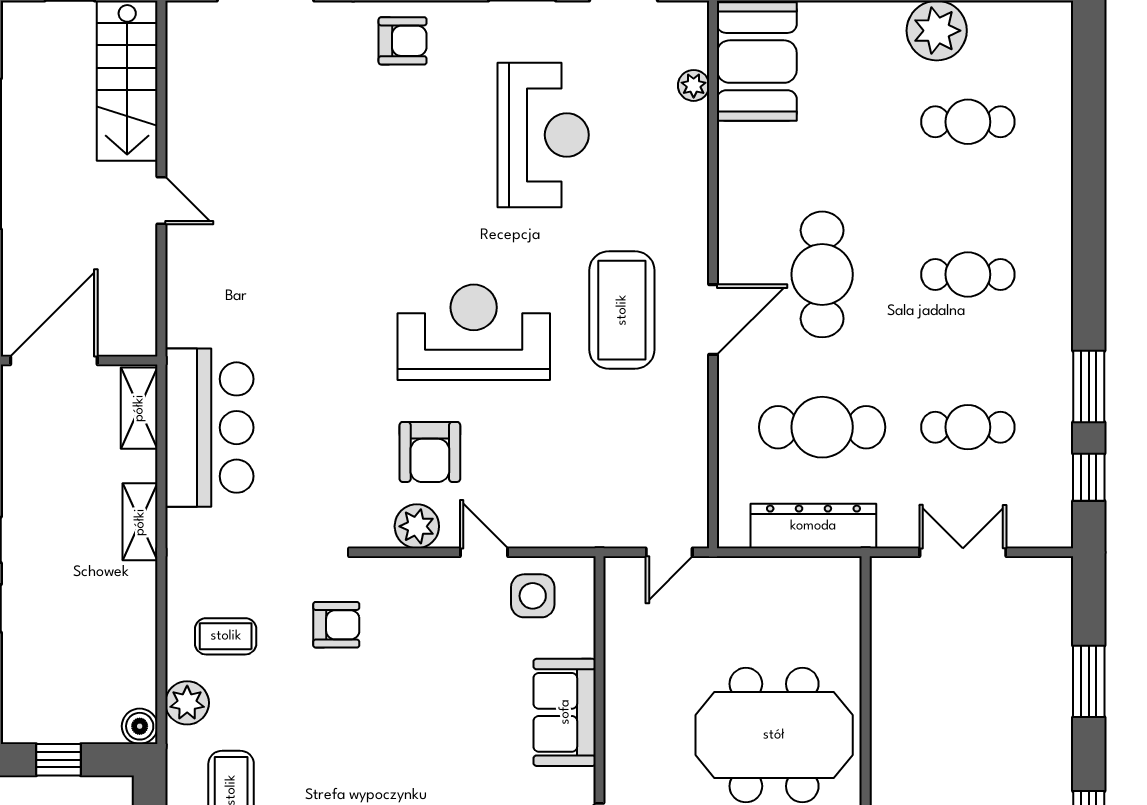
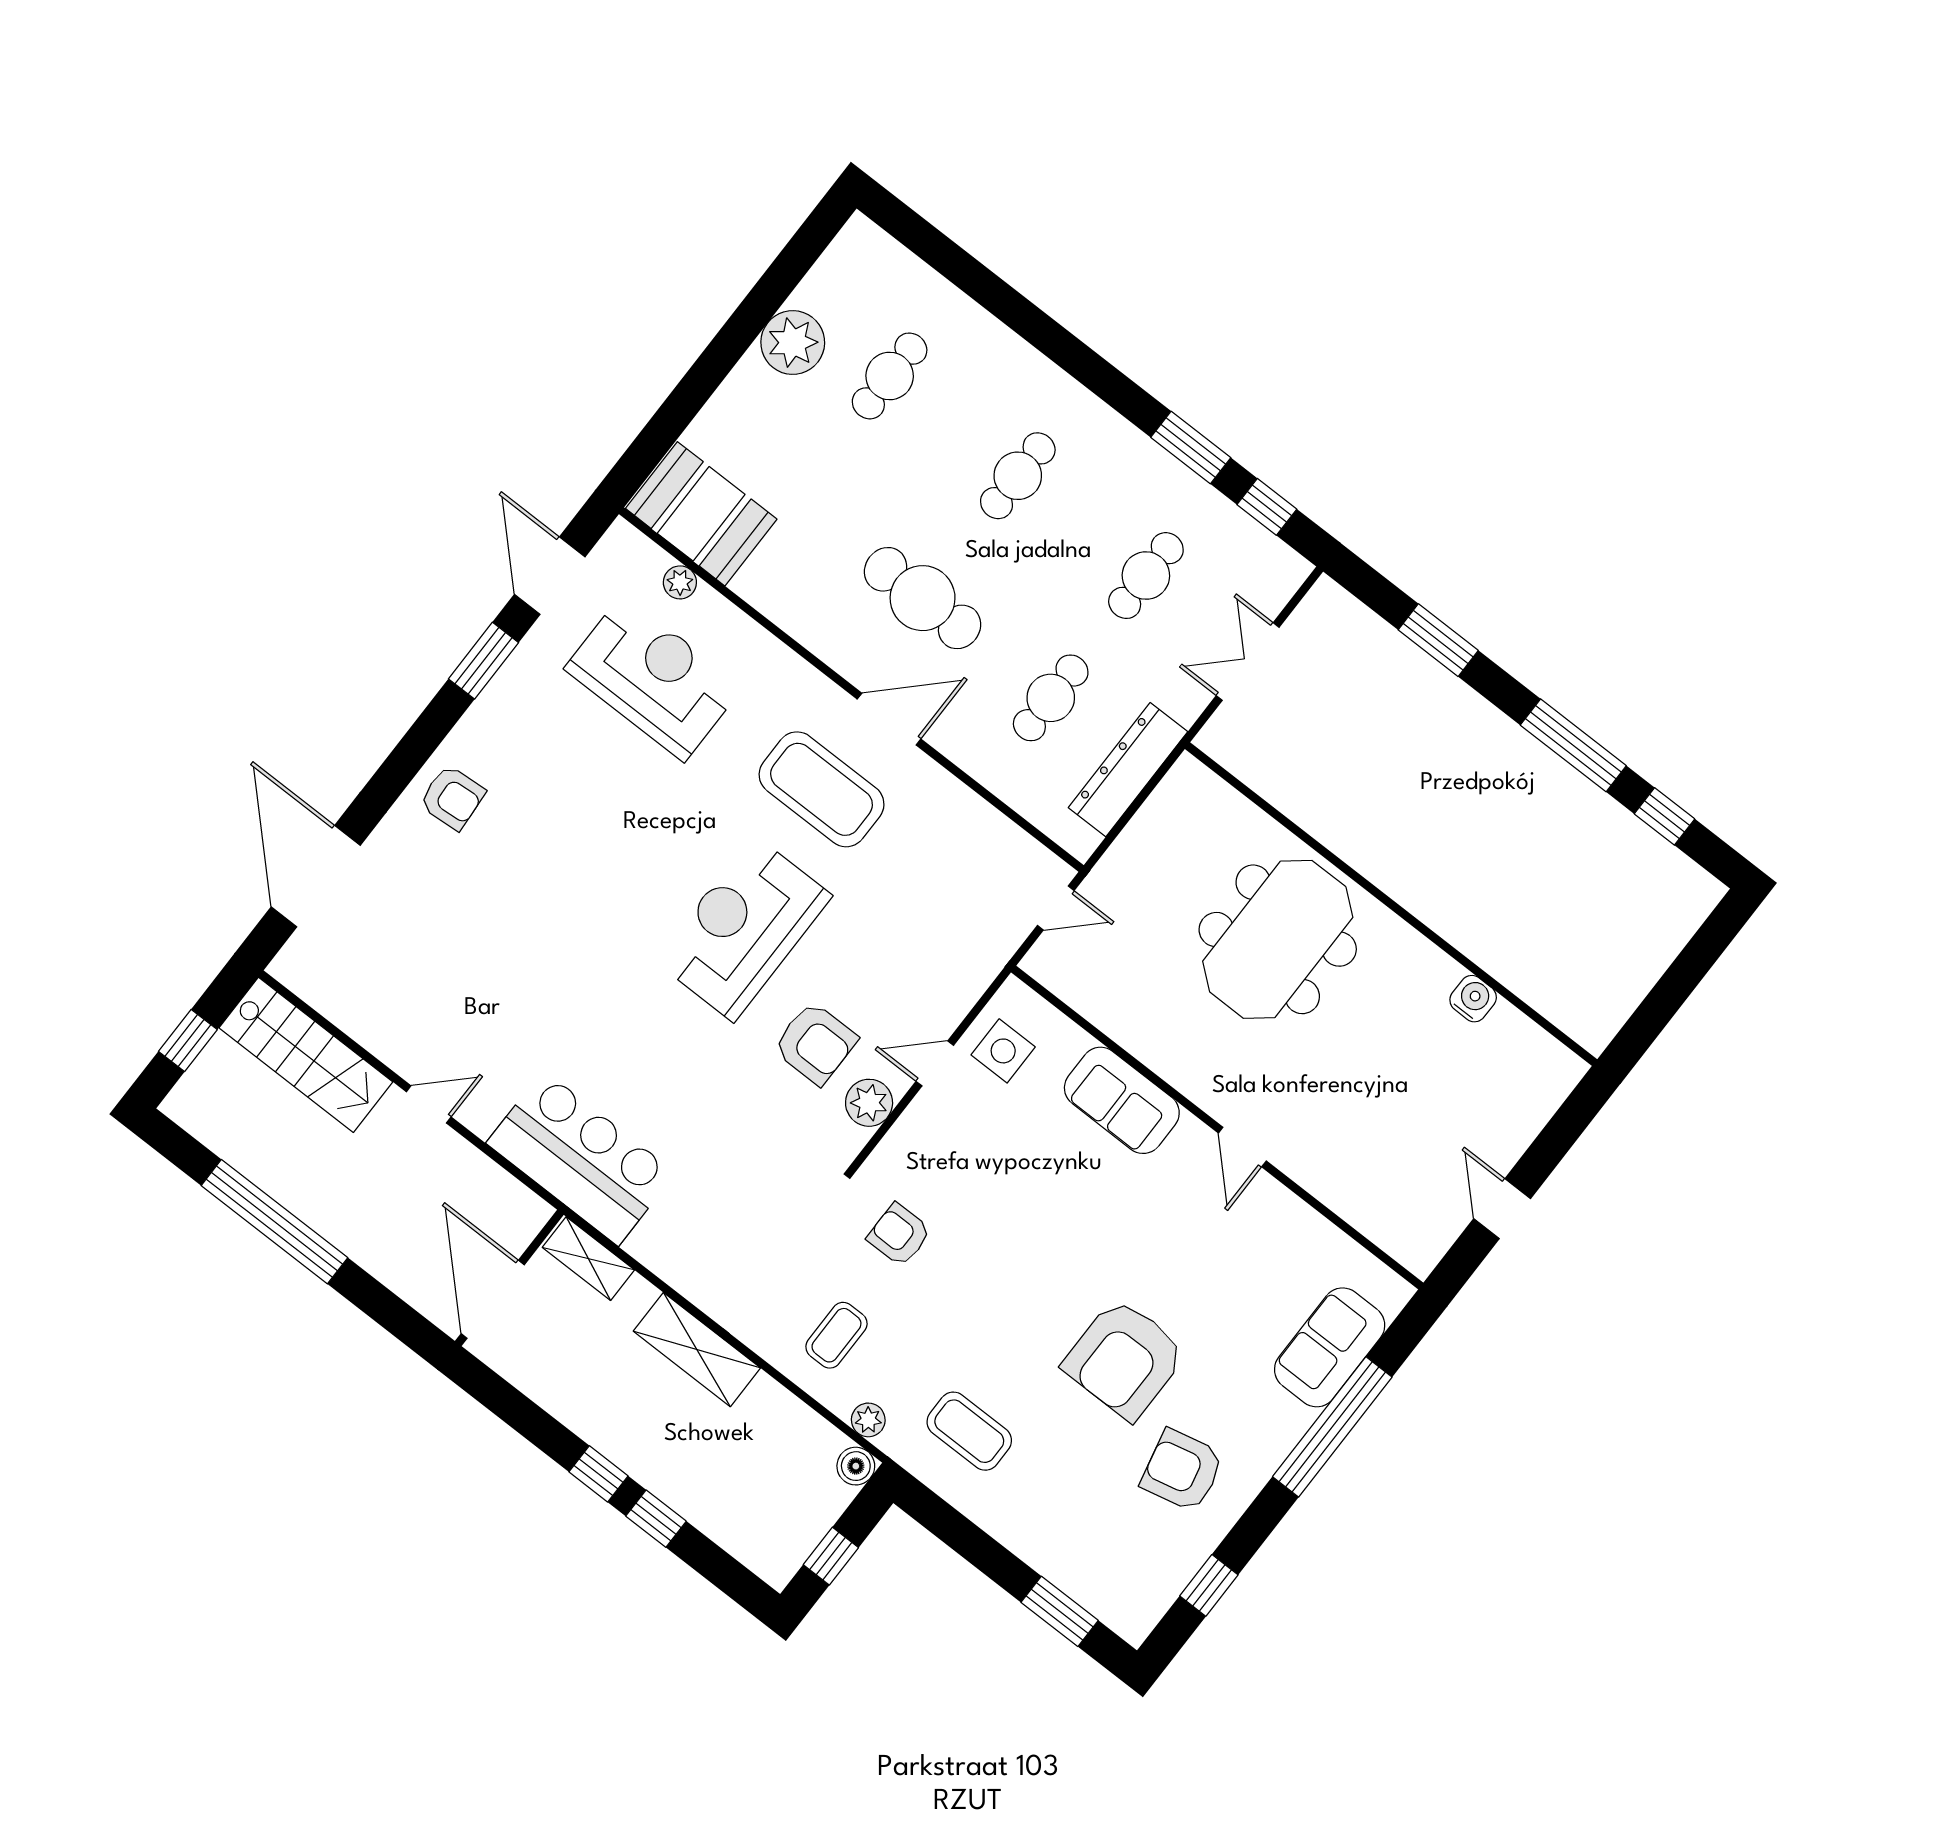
armchair: (403, 41) -> (452, 798), turned 86
reception desk: (543, 135) -> (653, 678), moved
door: (713, 319) -> (889, 719), hinge flipped
cafe table: (822, 427) -> (1051, 698), width x0.73, depth x0.74
bar counter: (209, 428) -> (581, 1158), moved
shelving: (140, 522) -> (697, 1350), width x1.50, depth x1.33
door: (669, 552) -> (1056, 908), hinge flipped
armchair: (336, 625) -> (899, 1235), turned -90
plant: (187, 703) -> (868, 1420), width x0.73, depth x0.73

